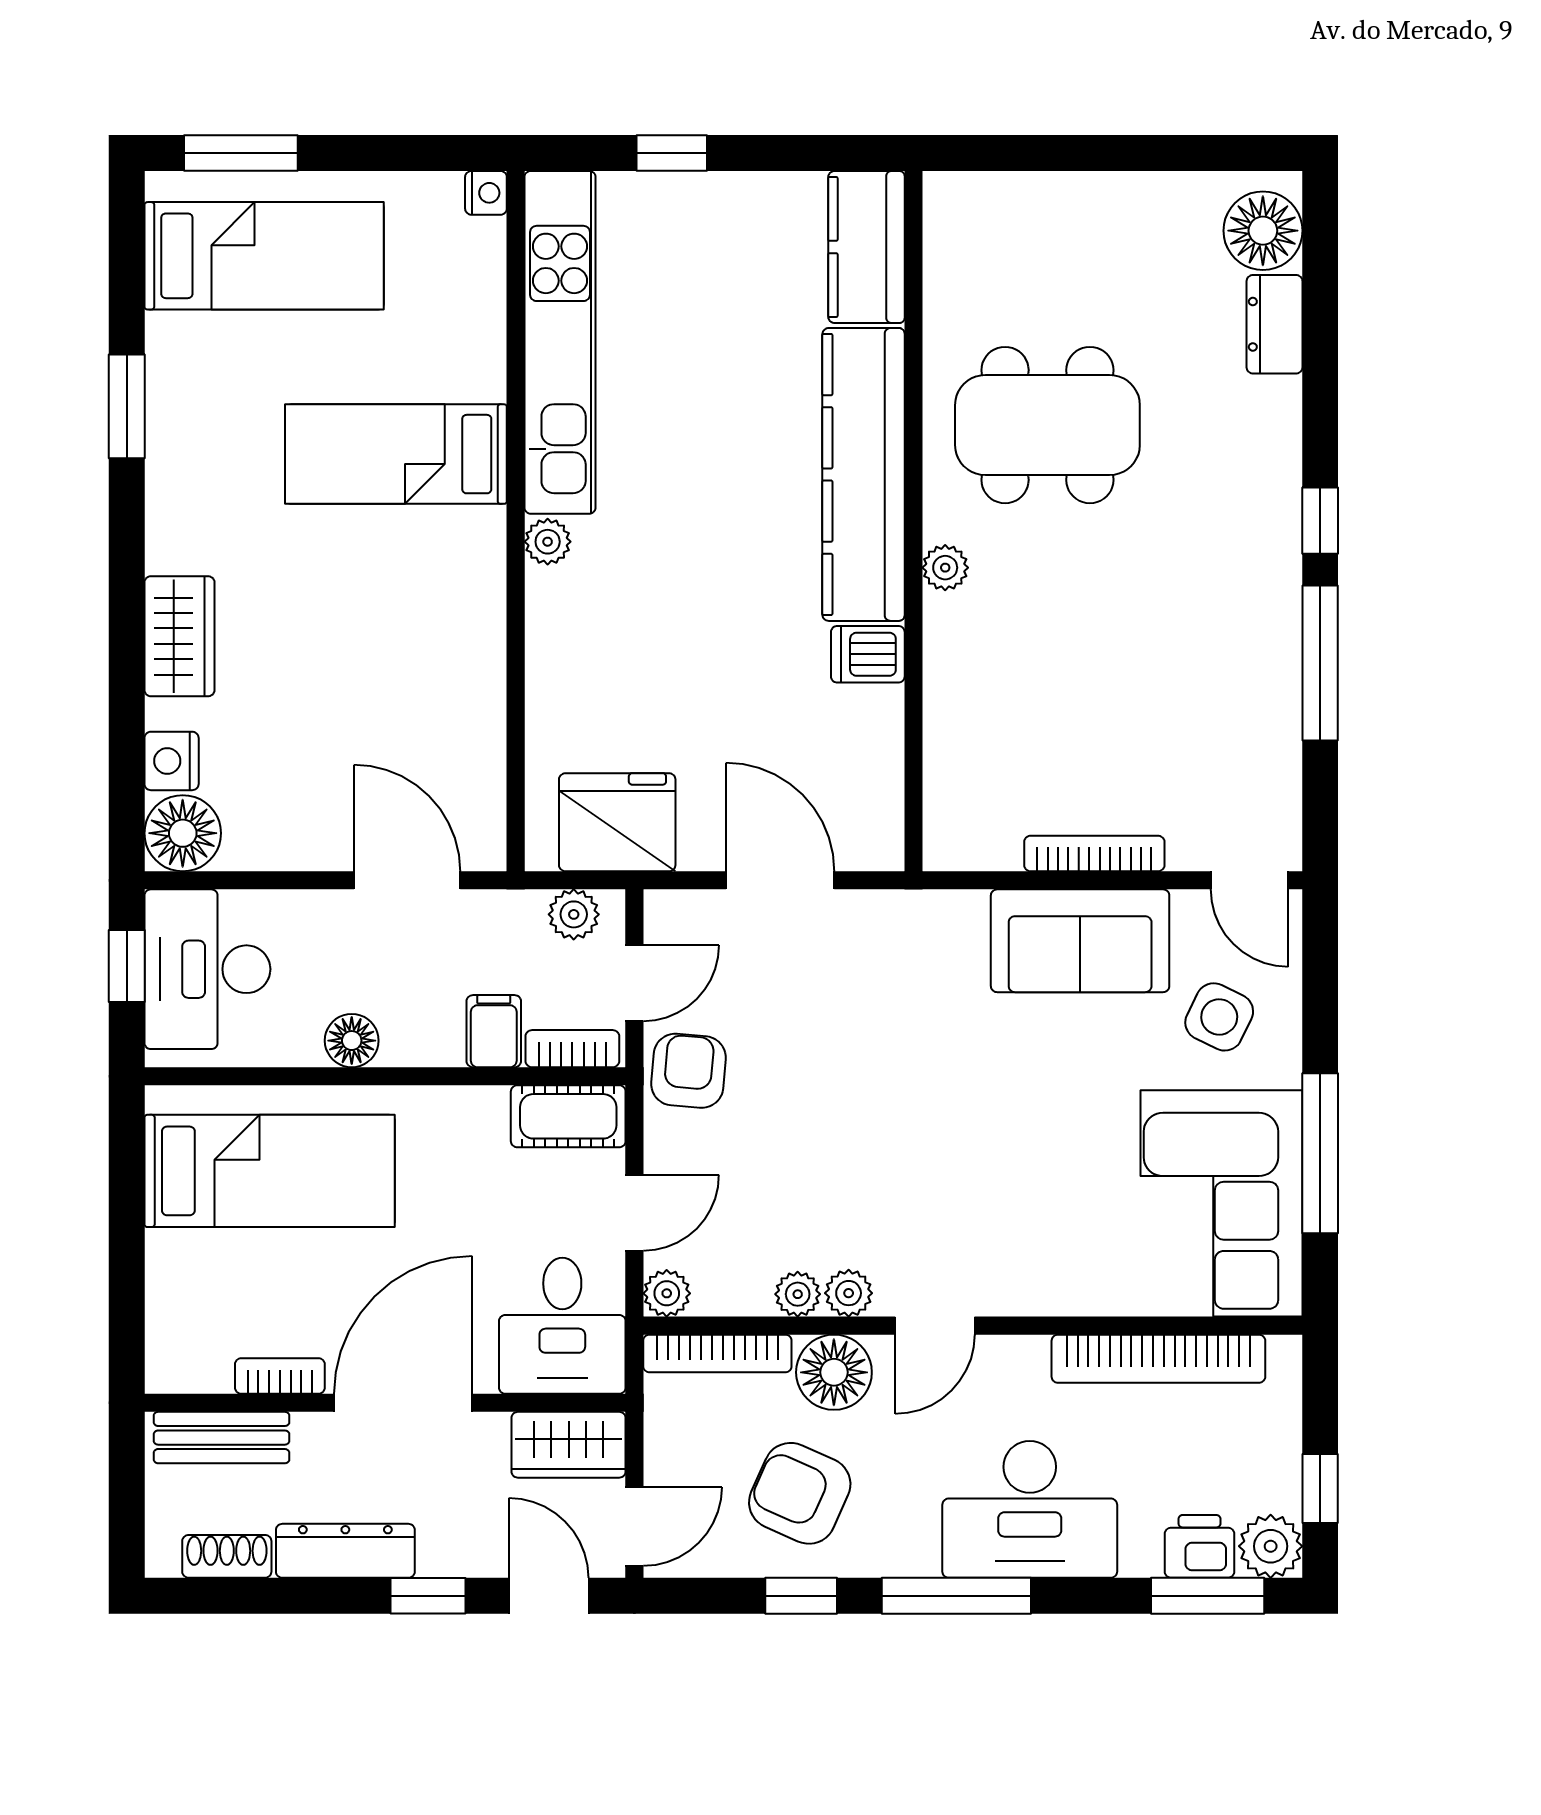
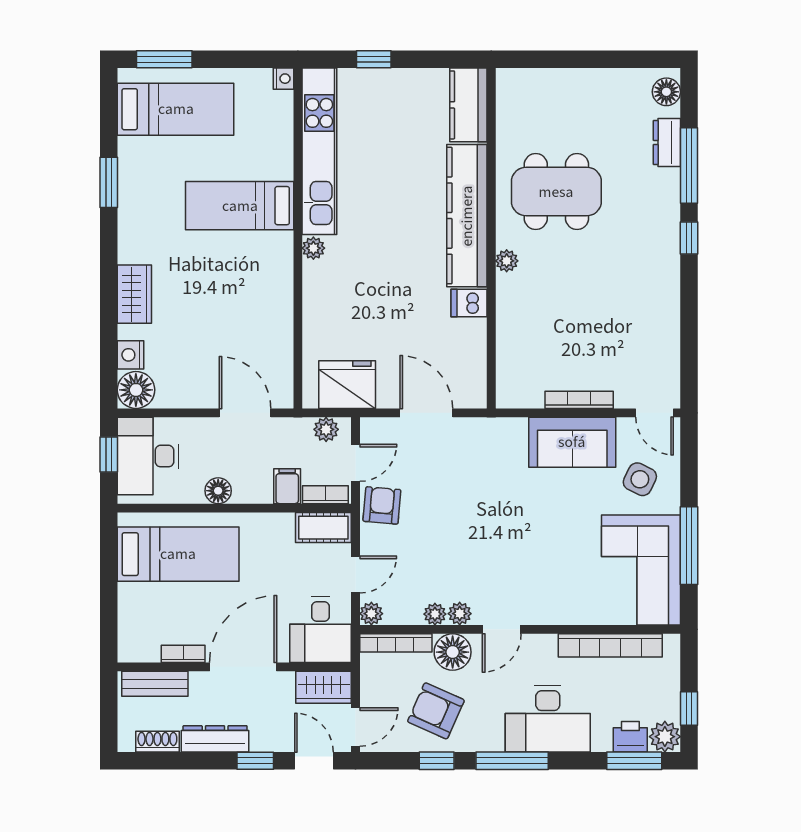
floor lamp: (1263, 231) -> (666, 92), width x0.73, depth x0.73
window: (1320, 663) -> (689, 165), moved

